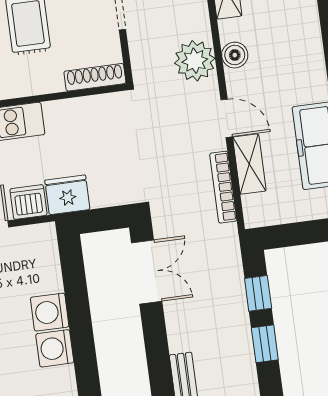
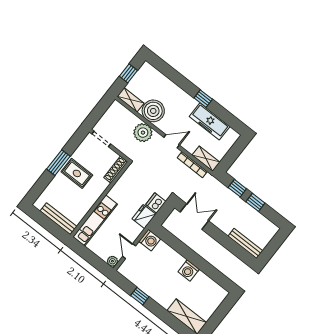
boiler: (235, 55) -> (153, 111), width x1.86, depth x1.86
shelving: (249, 164) -> (206, 159), moved
dishwasher: (28, 202) -> (156, 203), moved
washing machine: (50, 312) -> (150, 240), moved, turned -90

